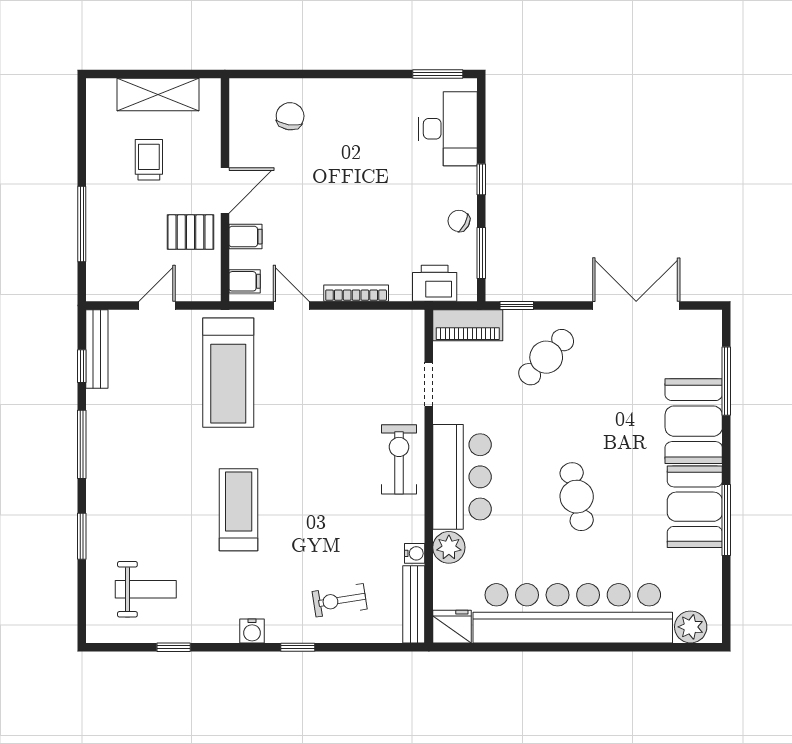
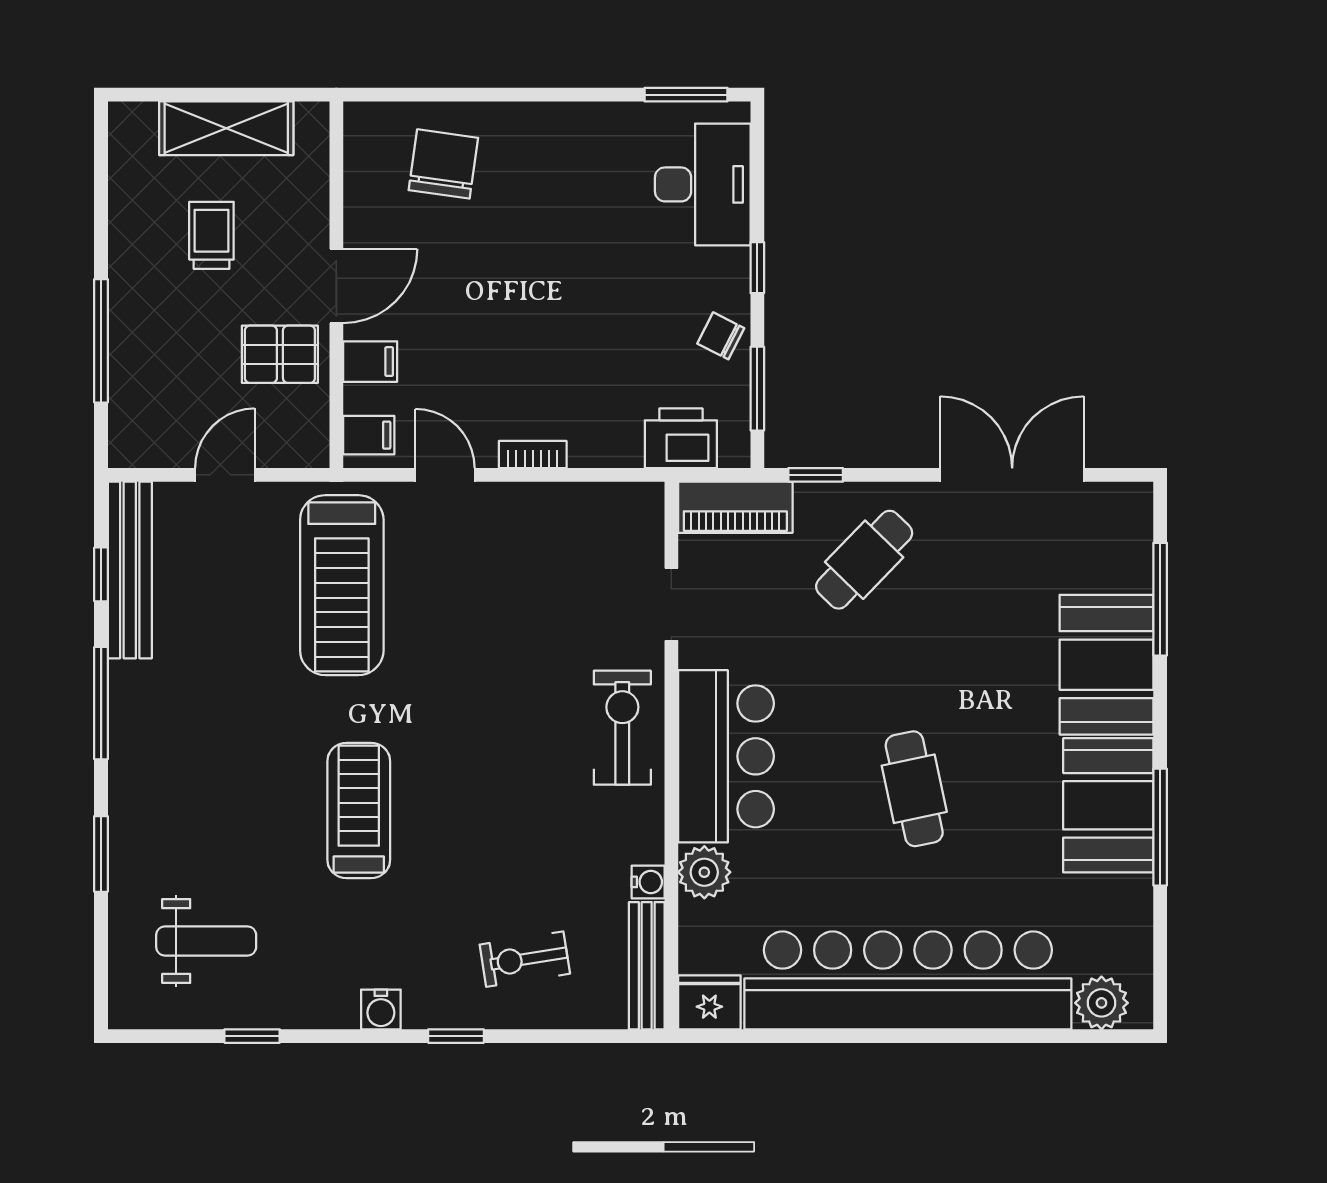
chair: (290, 116) -> (443, 164), width x1.37, depth x1.37
bookcase: (356, 293) -> (533, 454), width x0.64
bench: (97, 349) -> (130, 570), width x1.37, depth x1.21

